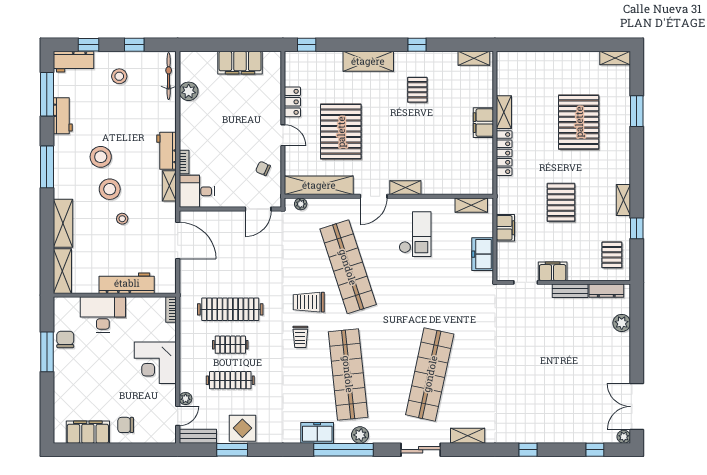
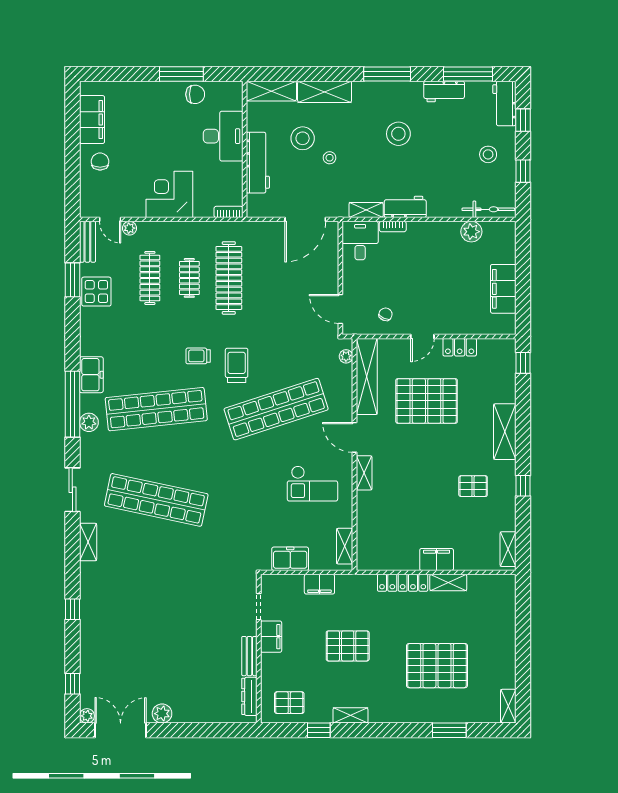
stool: (110, 189) -> (303, 138), moved
plant: (622, 323) -> (162, 714), moved

